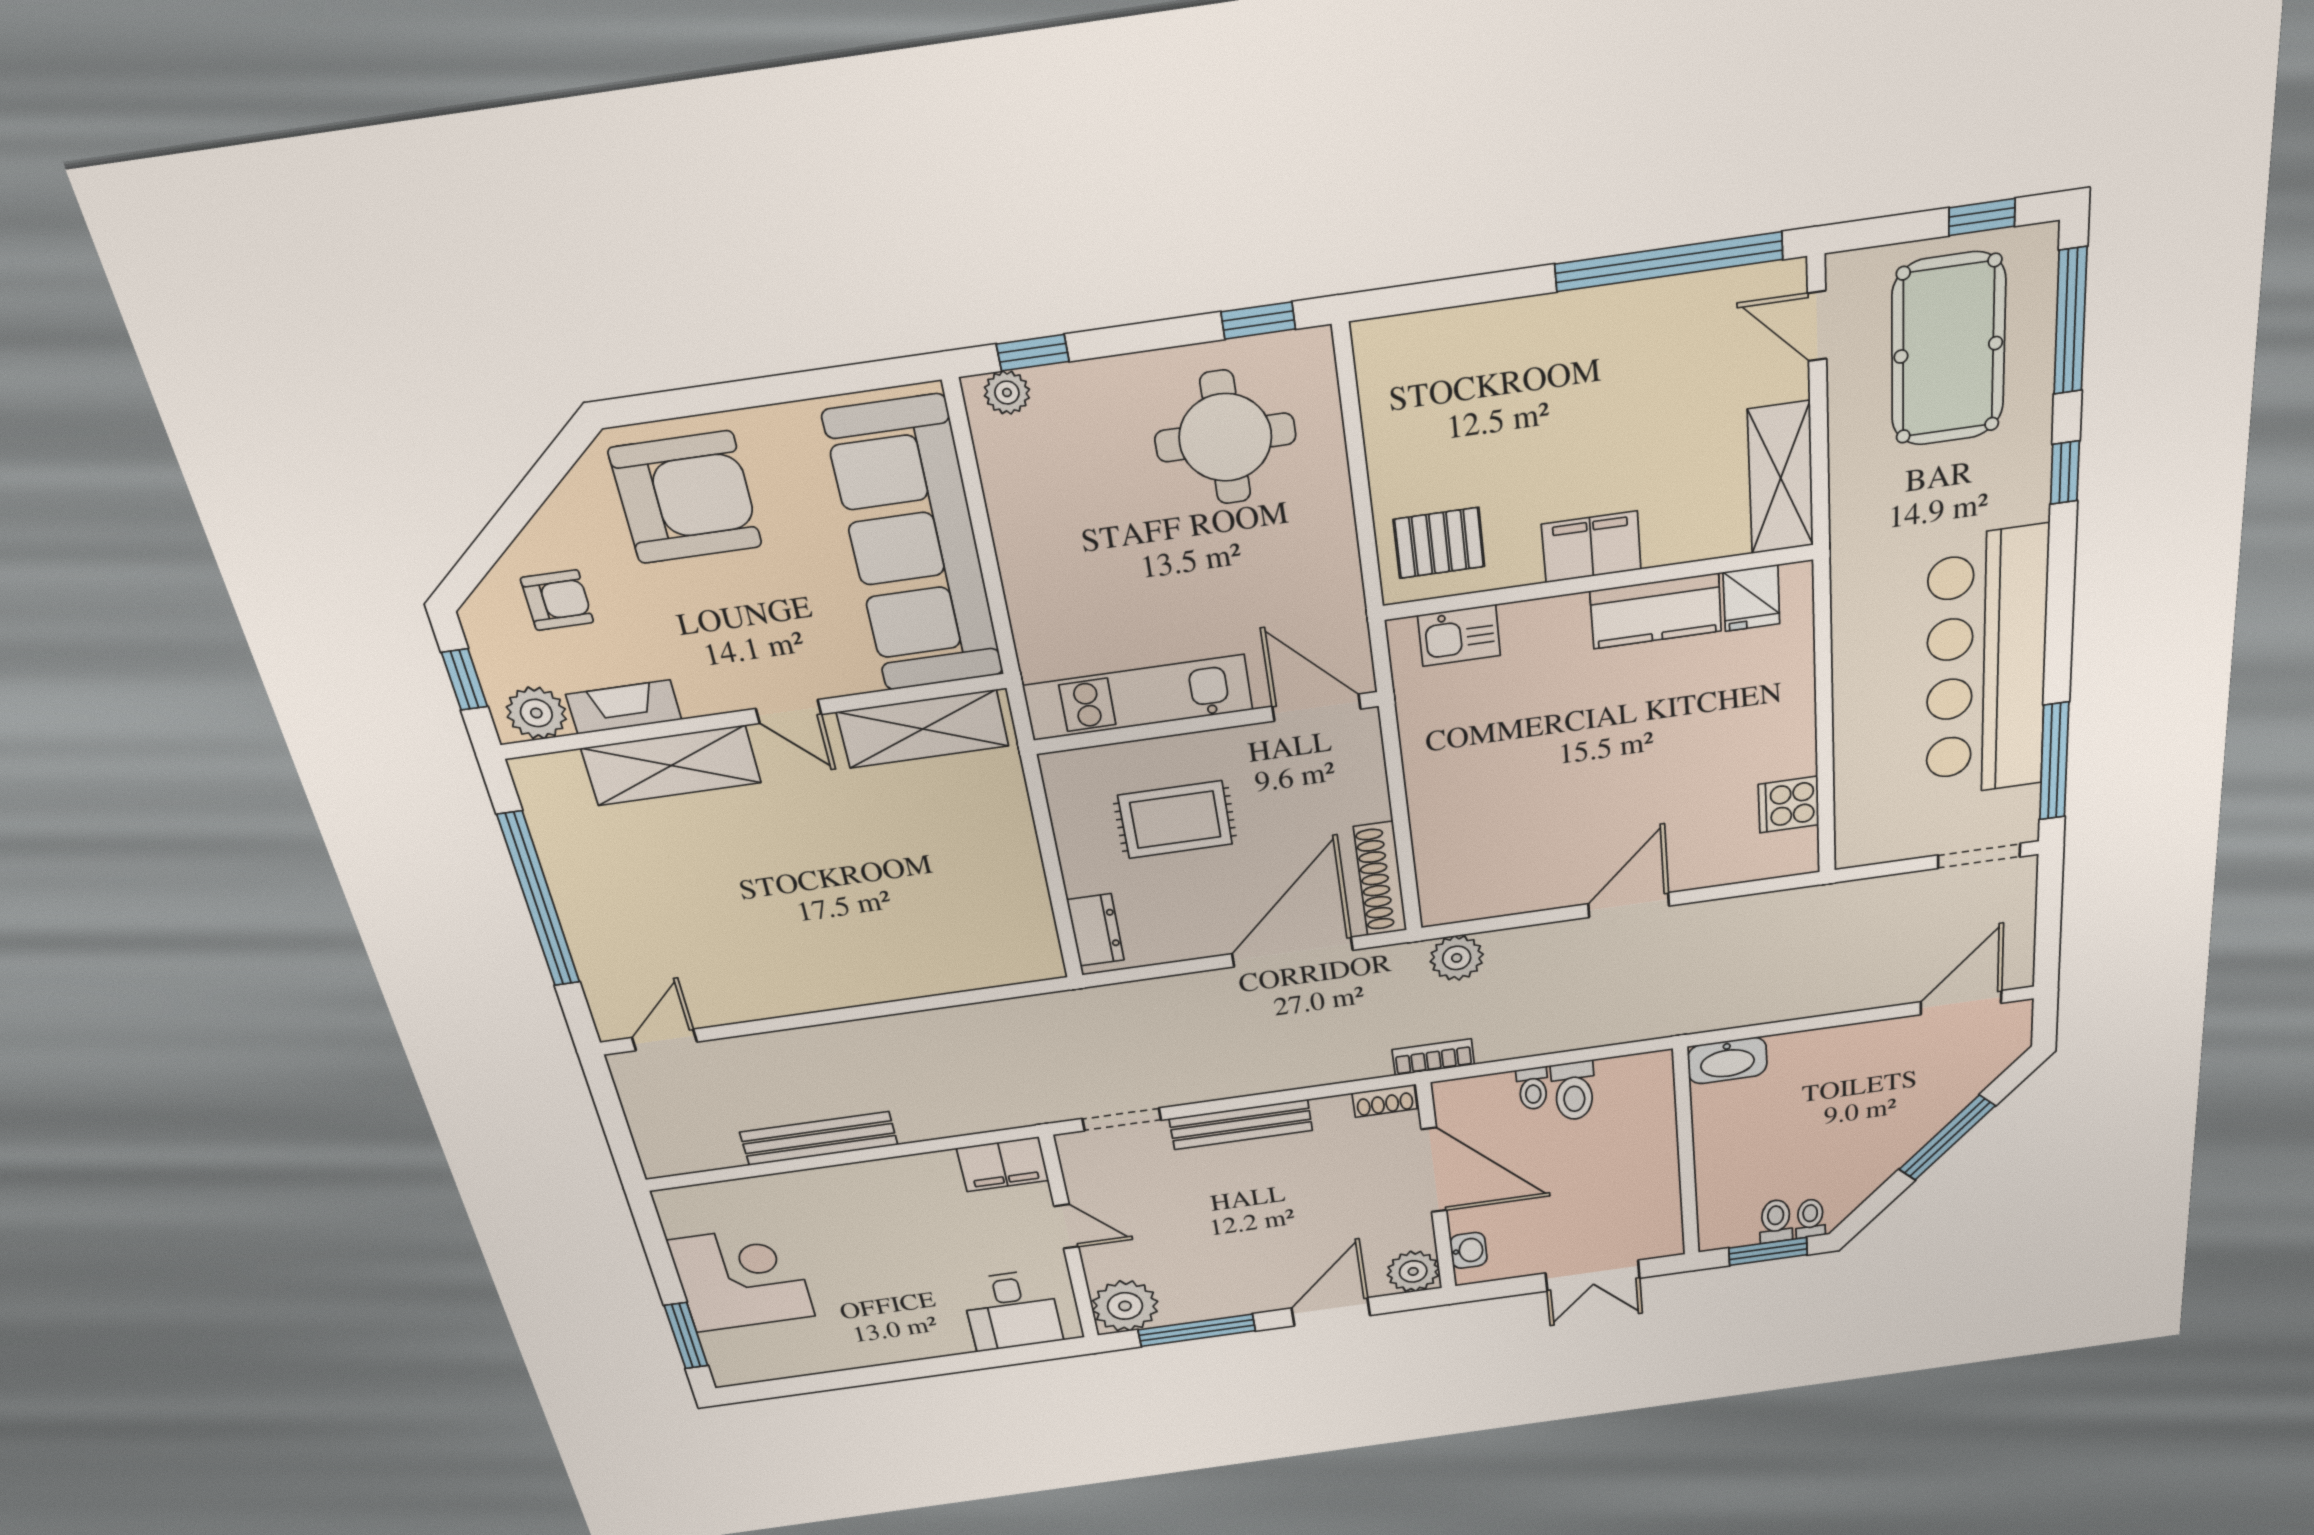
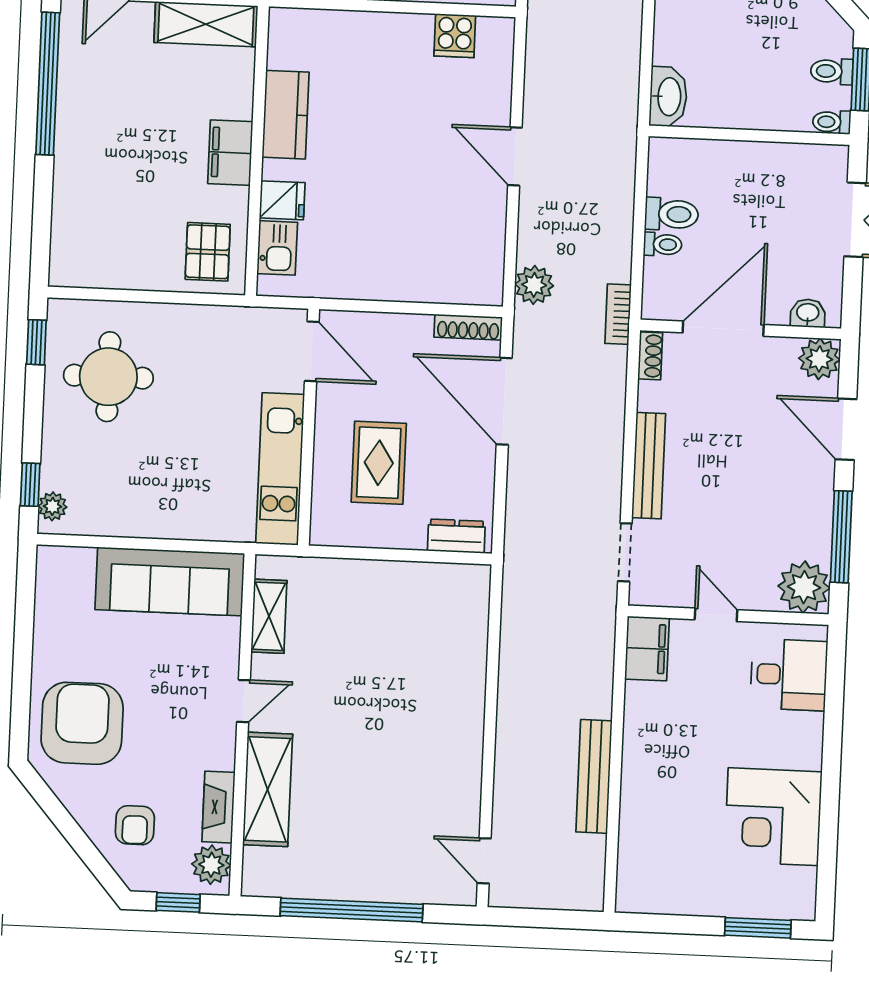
sofa: (915, 546) -> (170, 582), width x0.74, depth x0.79
fridge: (1751, 598) -> (282, 200), moved
armchair: (557, 600) -> (135, 825), turned 180
door: (1316, 708) -> (312, 351), swing flipped
shelving: (923, 729) -> (269, 616), width x0.67, depth x0.75
shoe rack: (1380, 879) -> (468, 327), width x0.74, depth x0.81
toilet: (1810, 1218) -> (832, 122), moved
door: (1066, 1226) -> (716, 615), hinge flipped
corner desk: (741, 1278) -> (773, 817), moved, turned -90

